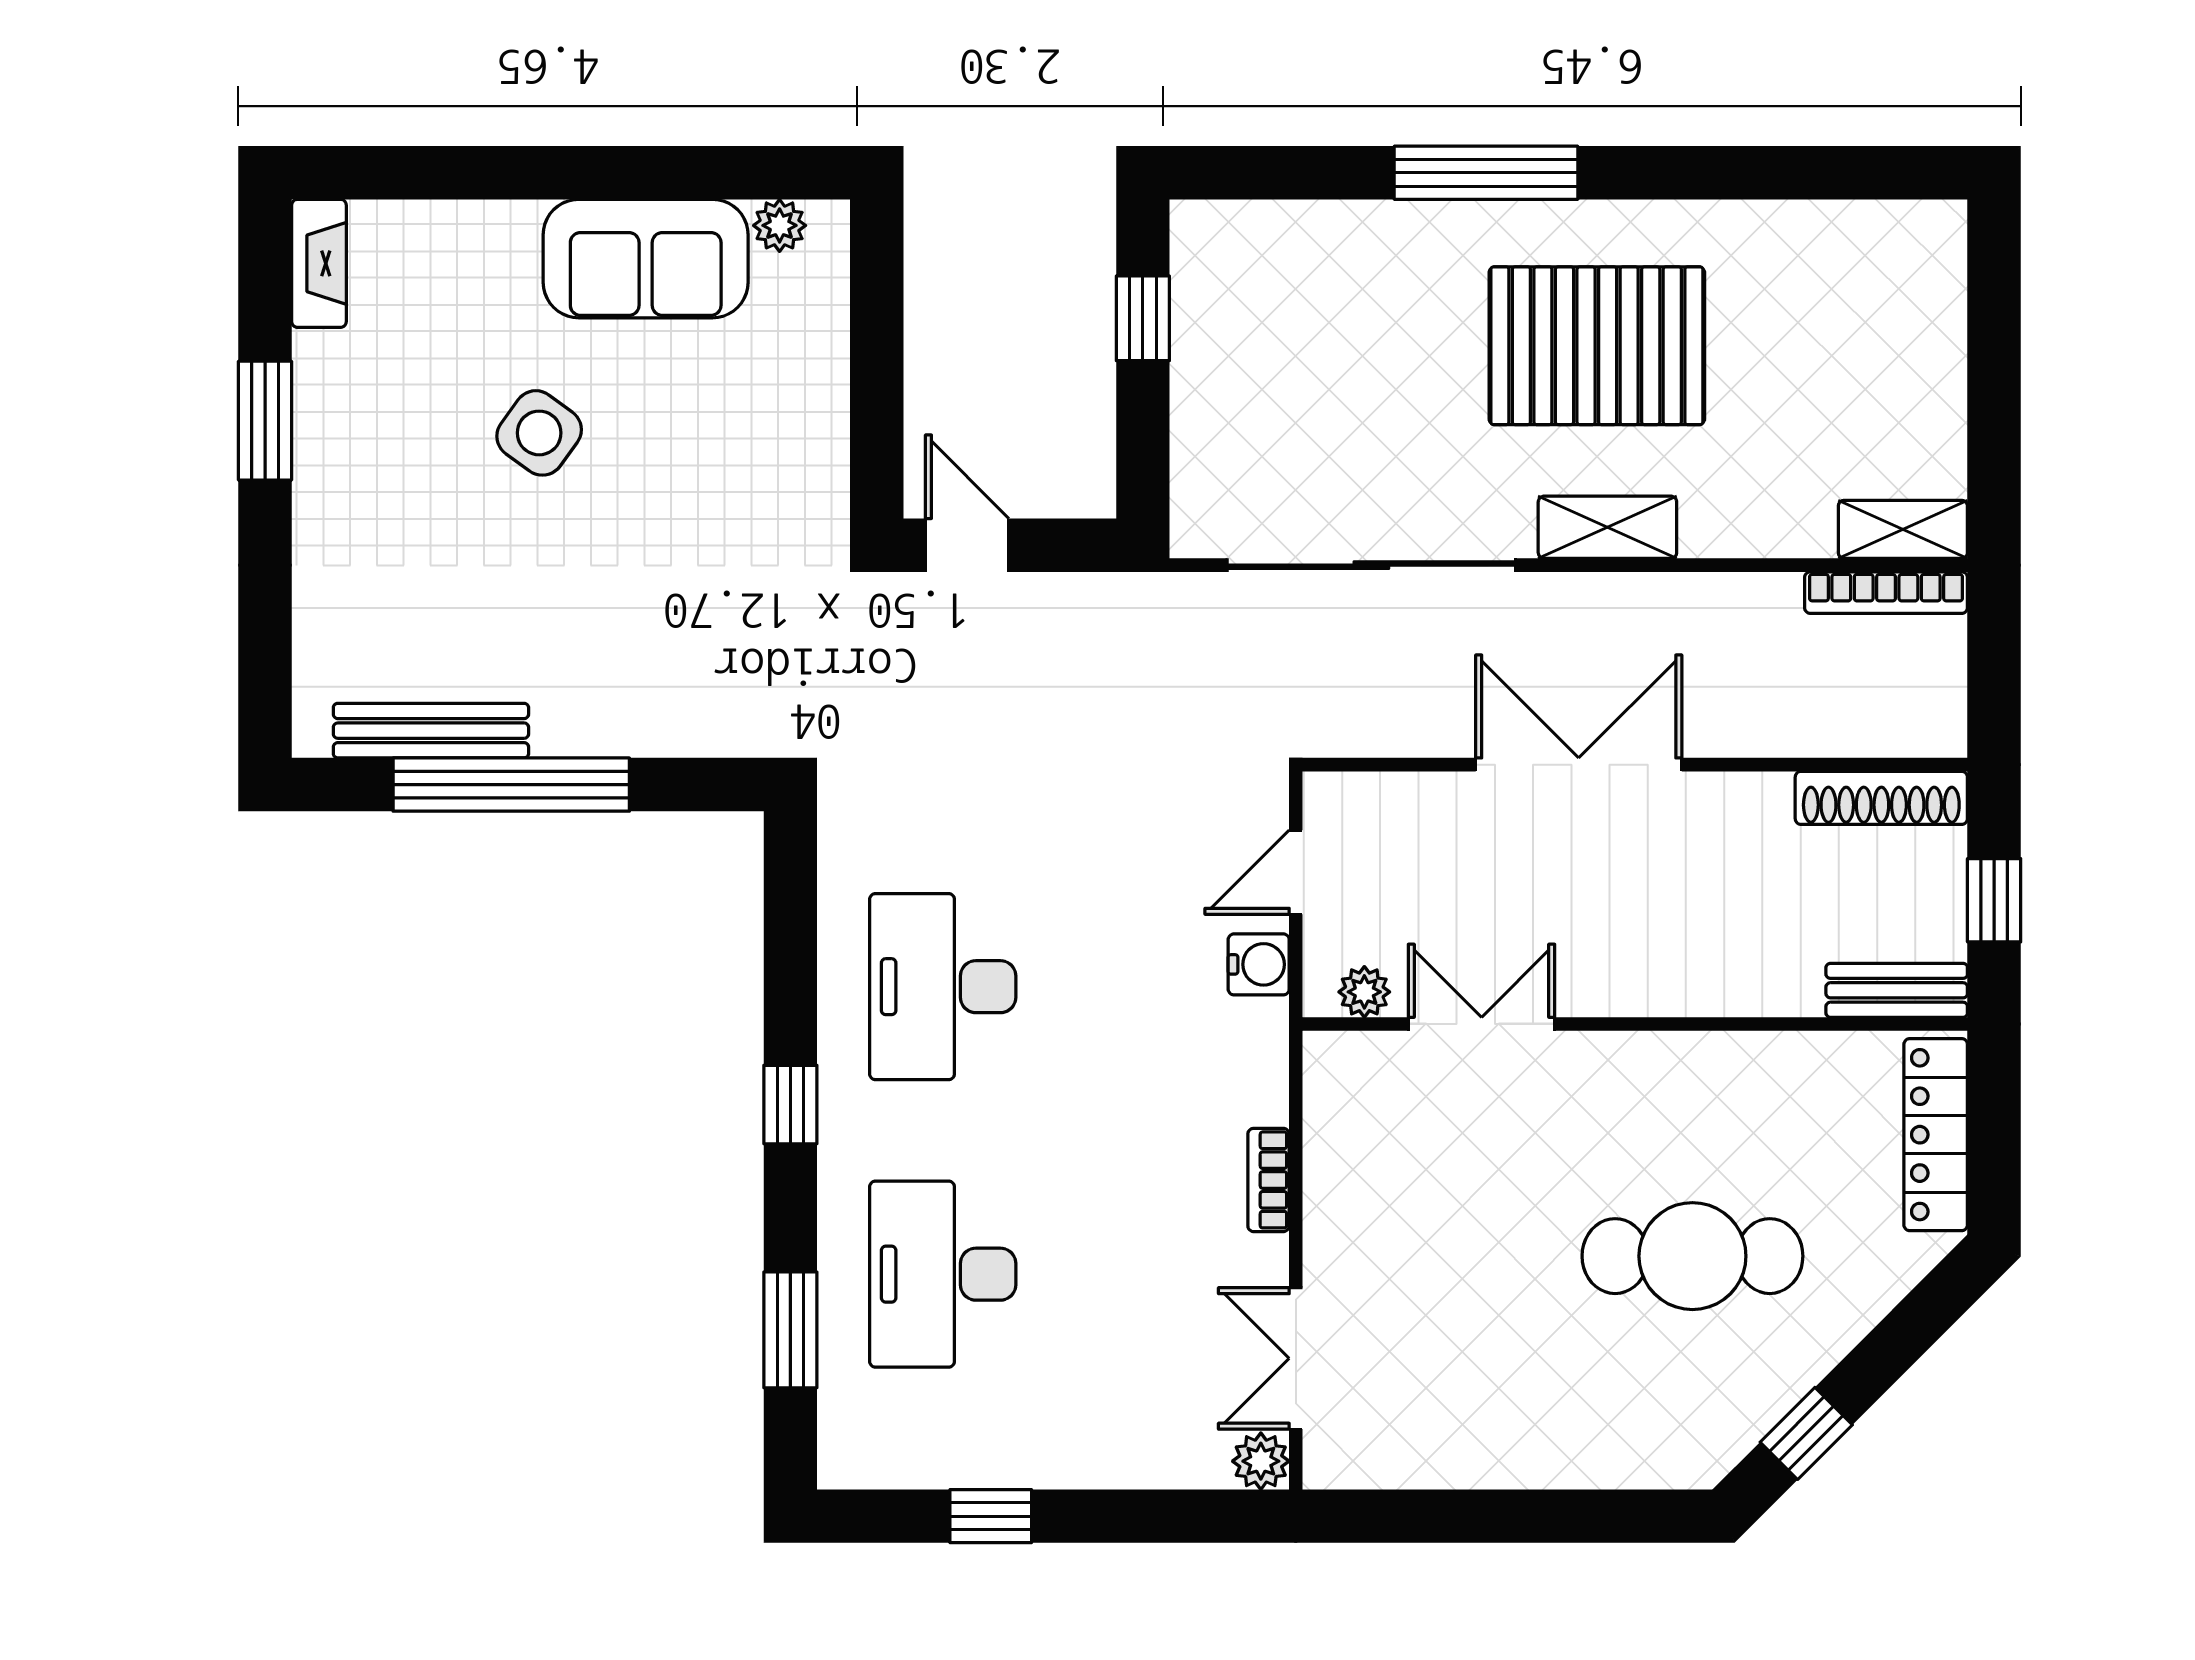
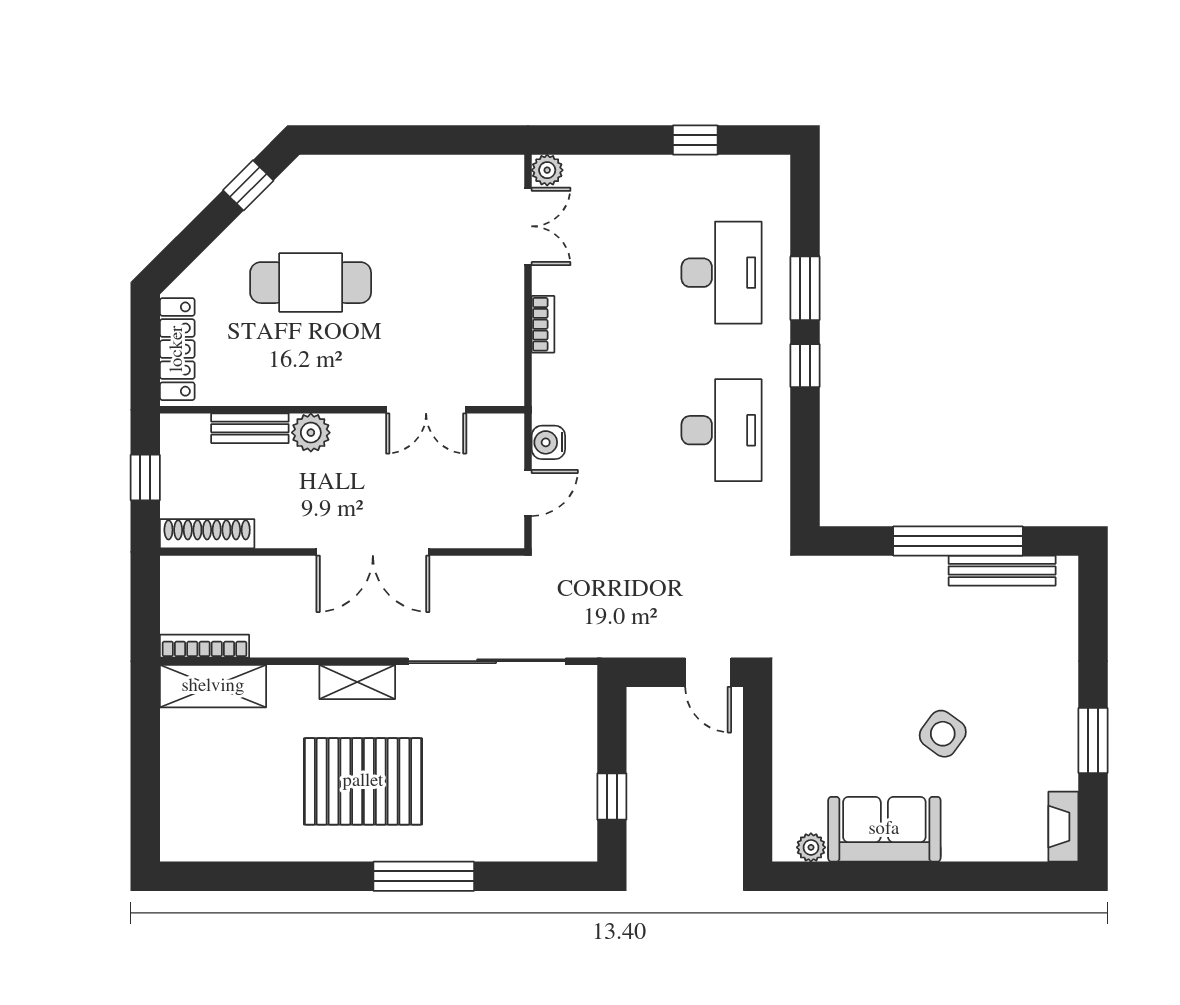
shelving: (1903, 529) -> (213, 686), width x1.50, depth x1.33
bench: (1897, 990) -> (250, 428), moved
plant: (1364, 992) -> (311, 433), moved, width x1.38, depth x1.38
window: (790, 1330) -> (805, 288), moved

